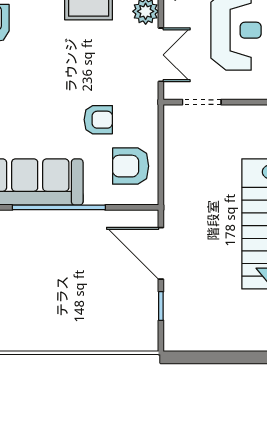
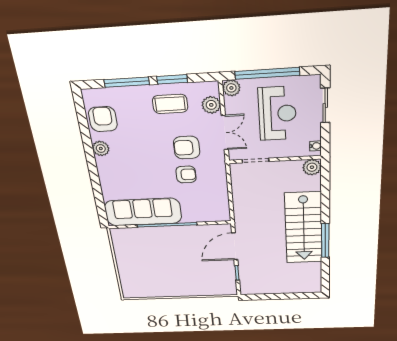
armchair: (131, 166) -> (187, 148), moved
door: (161, 253) -> (235, 246), hinge flipped

